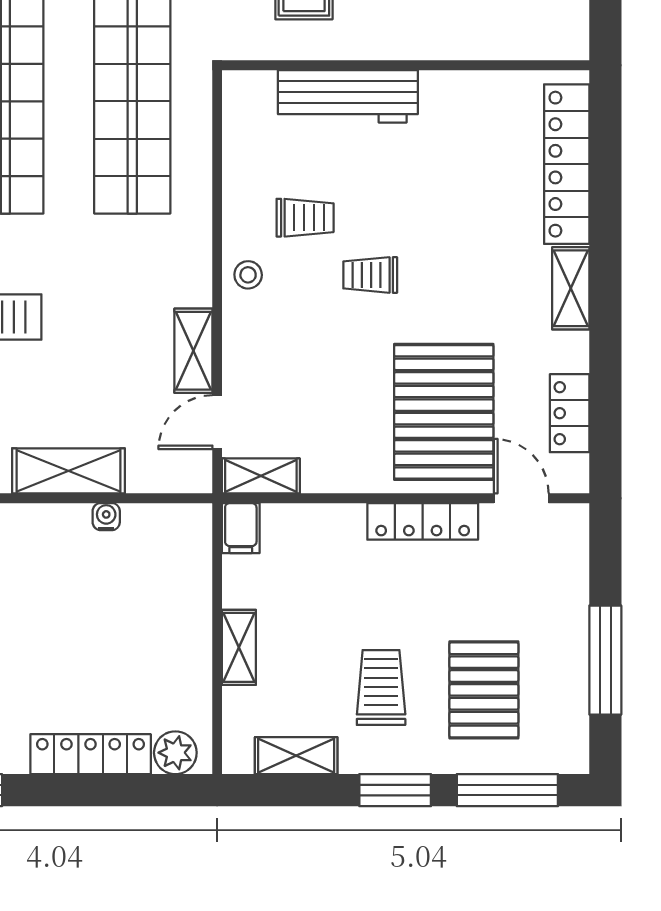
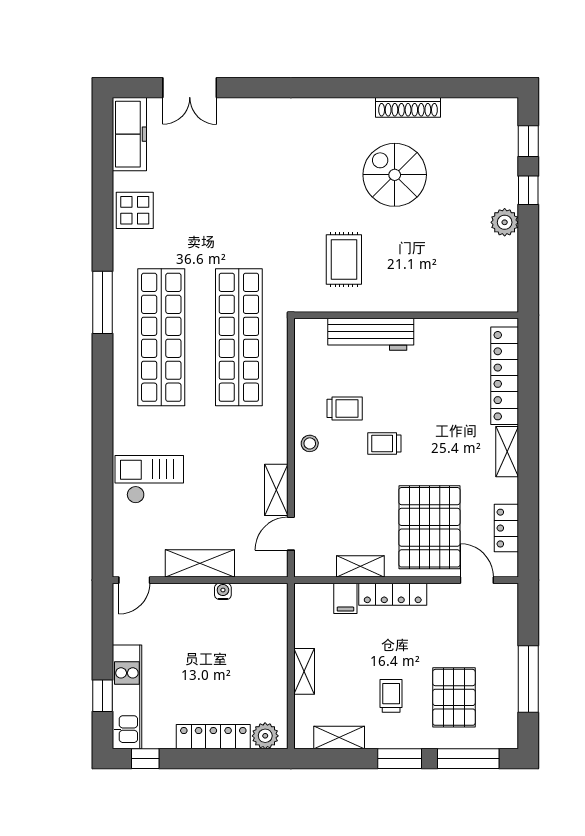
shelving: (261, 476) -> (360, 566), moved
locker: (423, 521) -> (393, 594), moved
filing cabinet: (241, 528) -> (345, 598), moved
trolley: (381, 687) -> (391, 696), width x0.73, depth x0.72

